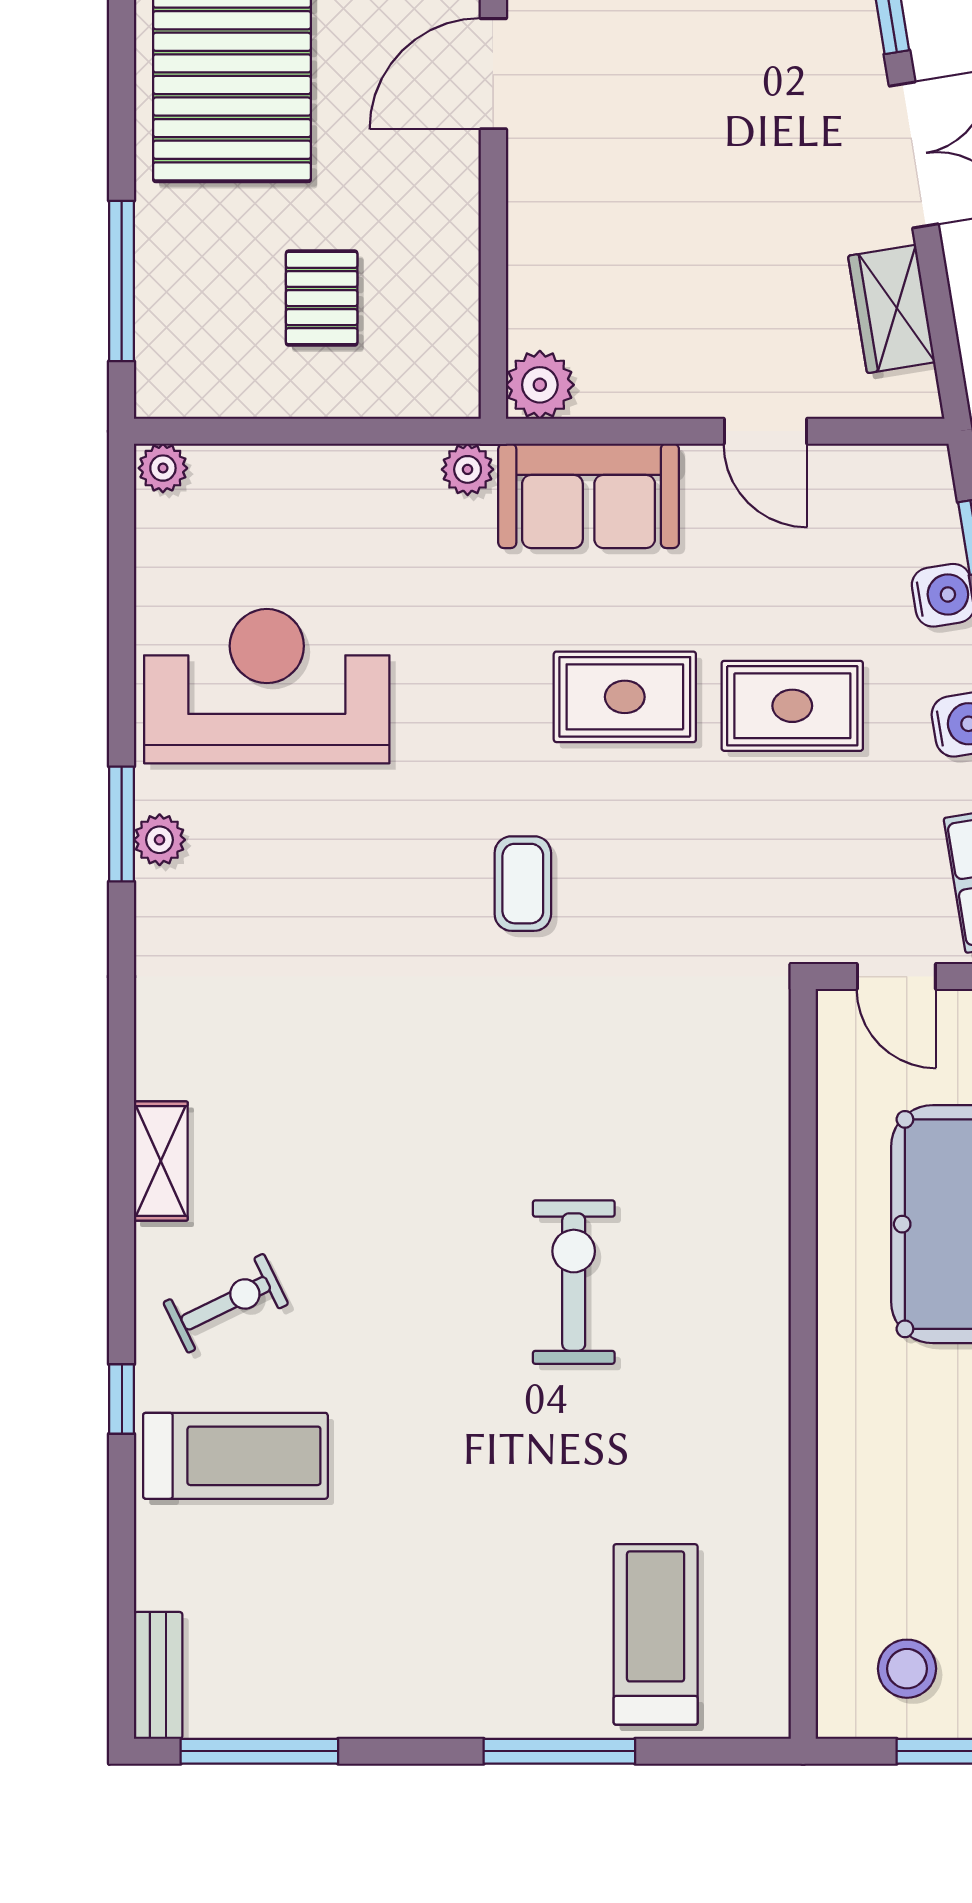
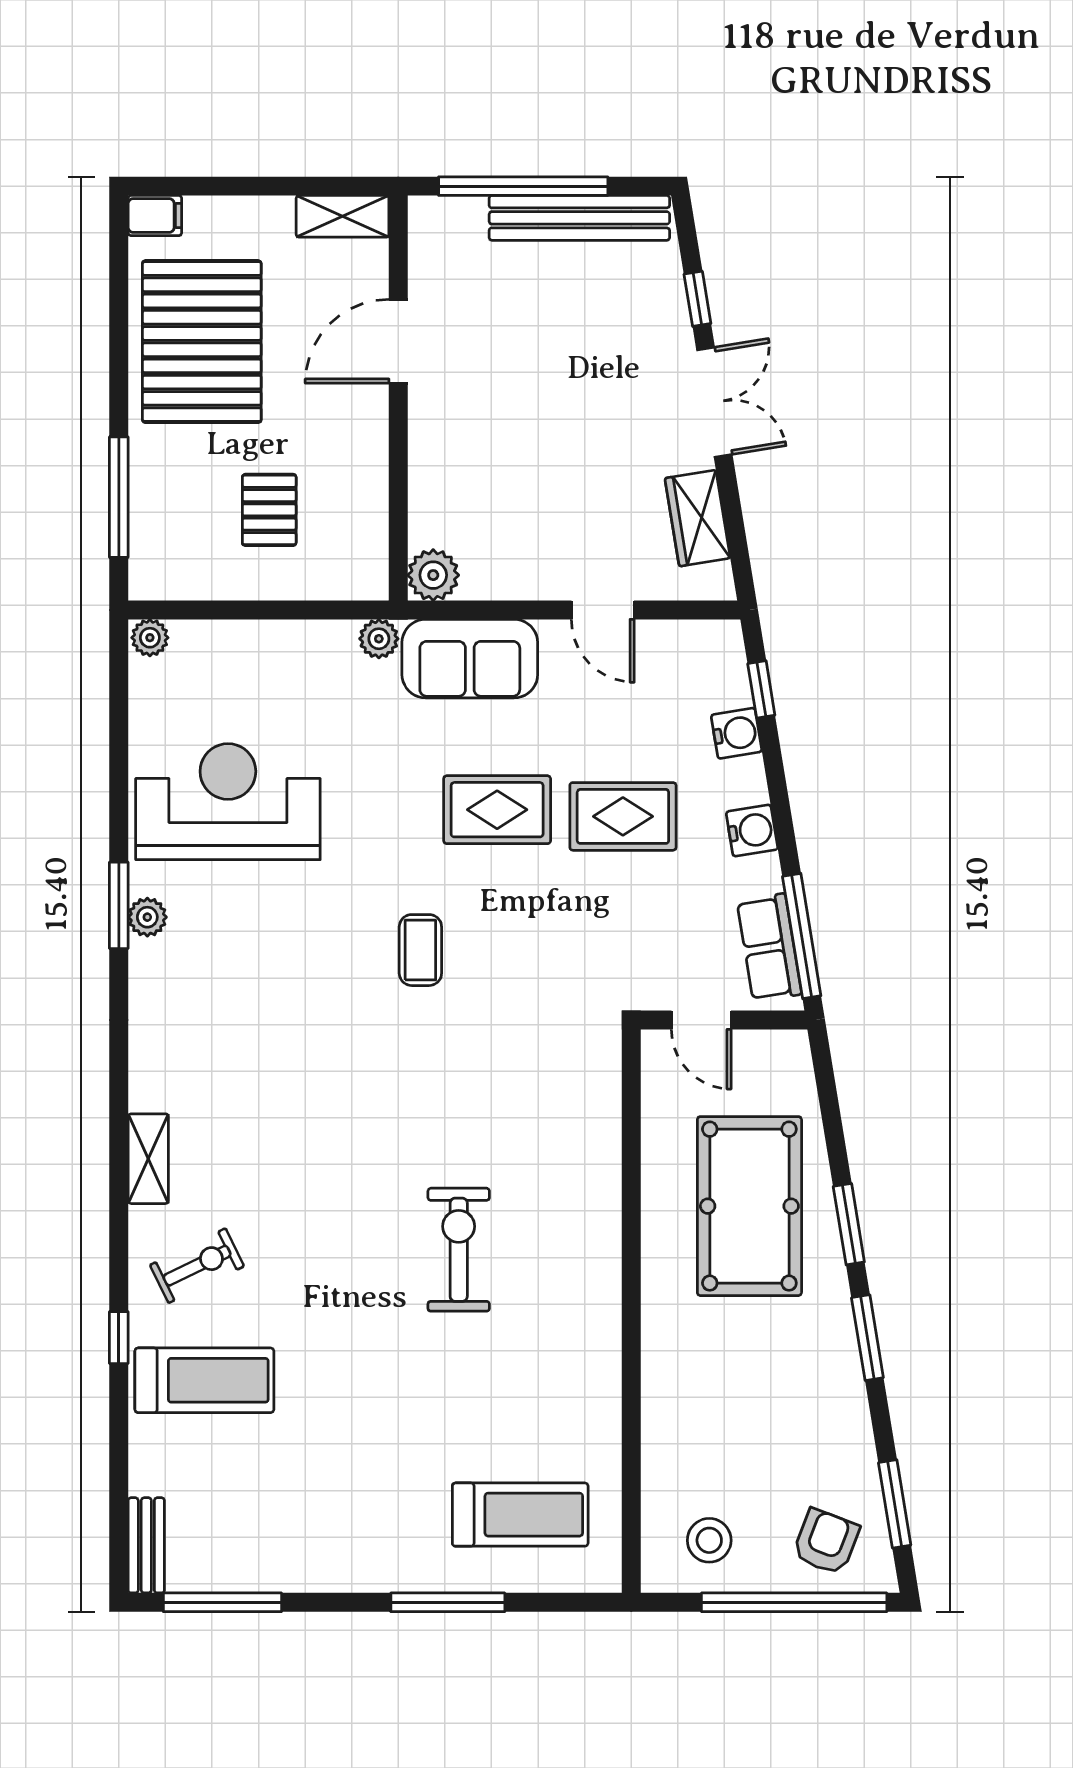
treadmill: (656, 1634) -> (520, 1515), turned 90

